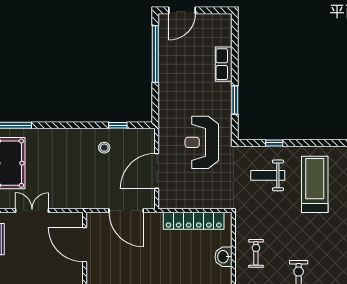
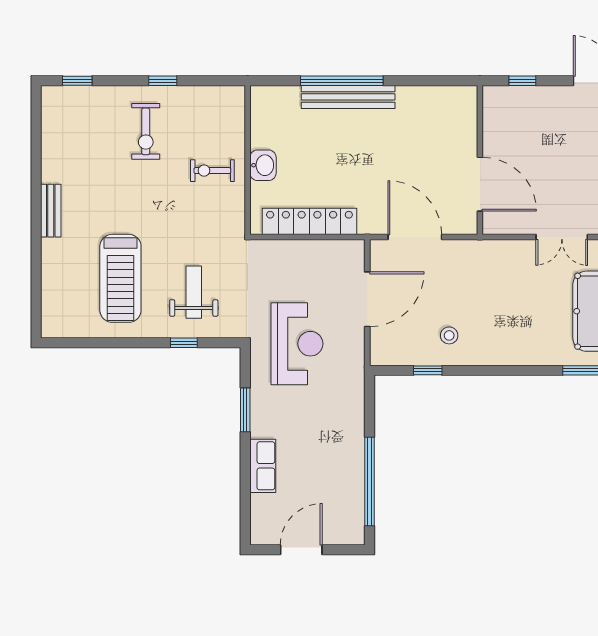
door: (182, 10) -> (301, 550), moved
weight bench: (268, 175) -> (194, 292), turned -90
exercise bike: (256, 253) -> (212, 171), turned 90

